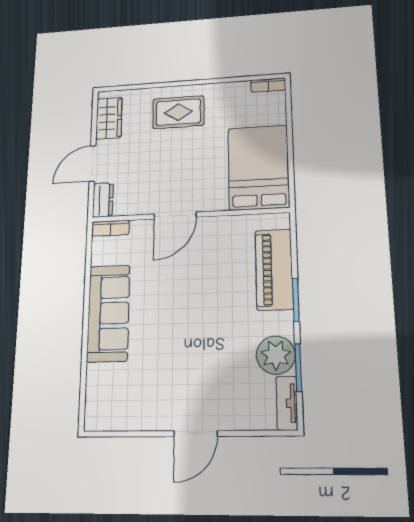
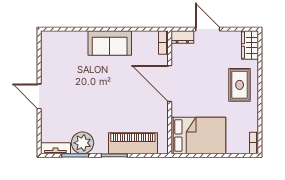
wardrobe: (109, 118) -> (250, 45), moved, turned 90
door: (175, 216) -> (170, 83), width x1.36
sofa: (108, 313) -> (110, 43), width x0.73

